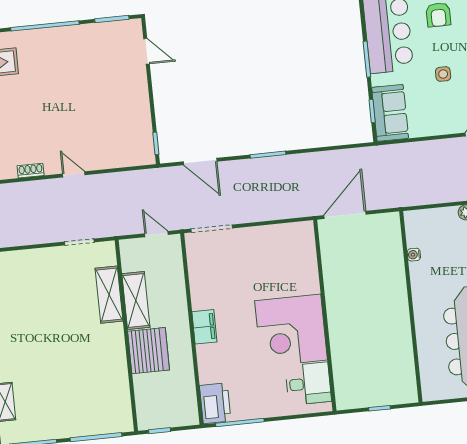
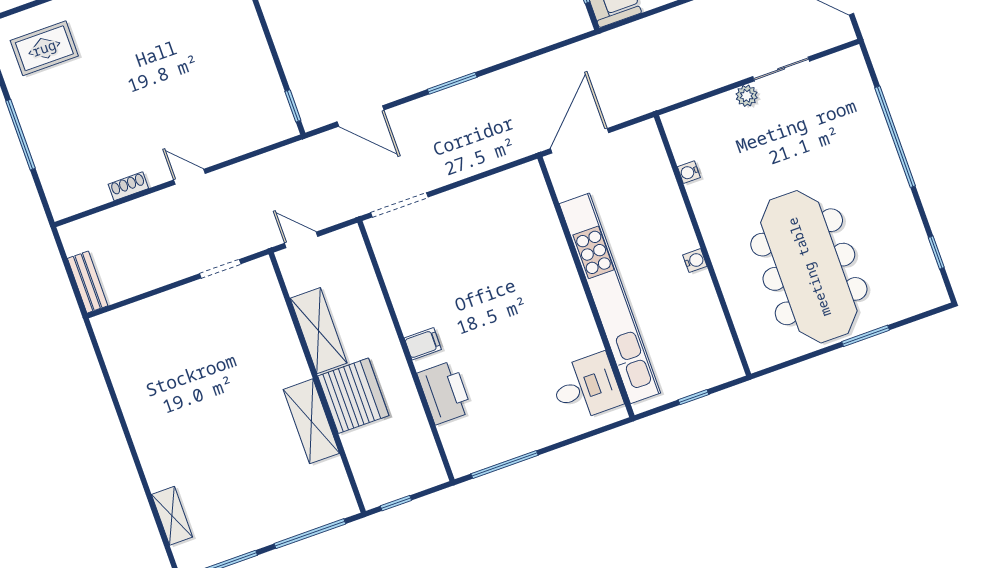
door: (156, 234) -> (301, 240), moved
shelving: (109, 295) -> (311, 421), moved
water cooler: (403, 316) -> (695, 261), added
filing cabinet: (204, 327) -> (423, 344), width x0.50
kitchen unit: (339, 327) -> (610, 298), added
corner desk: (291, 330) -> (544, 319), removed
printer: (215, 403) -> (445, 393), moved

